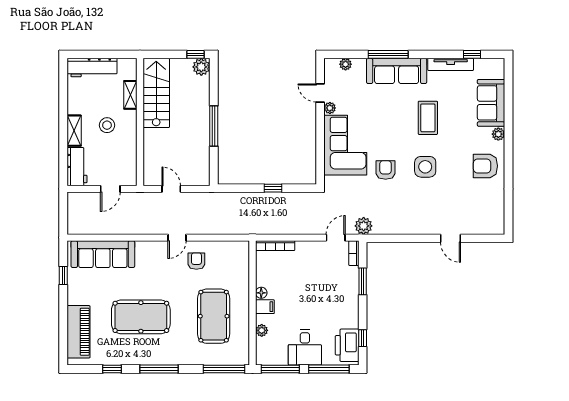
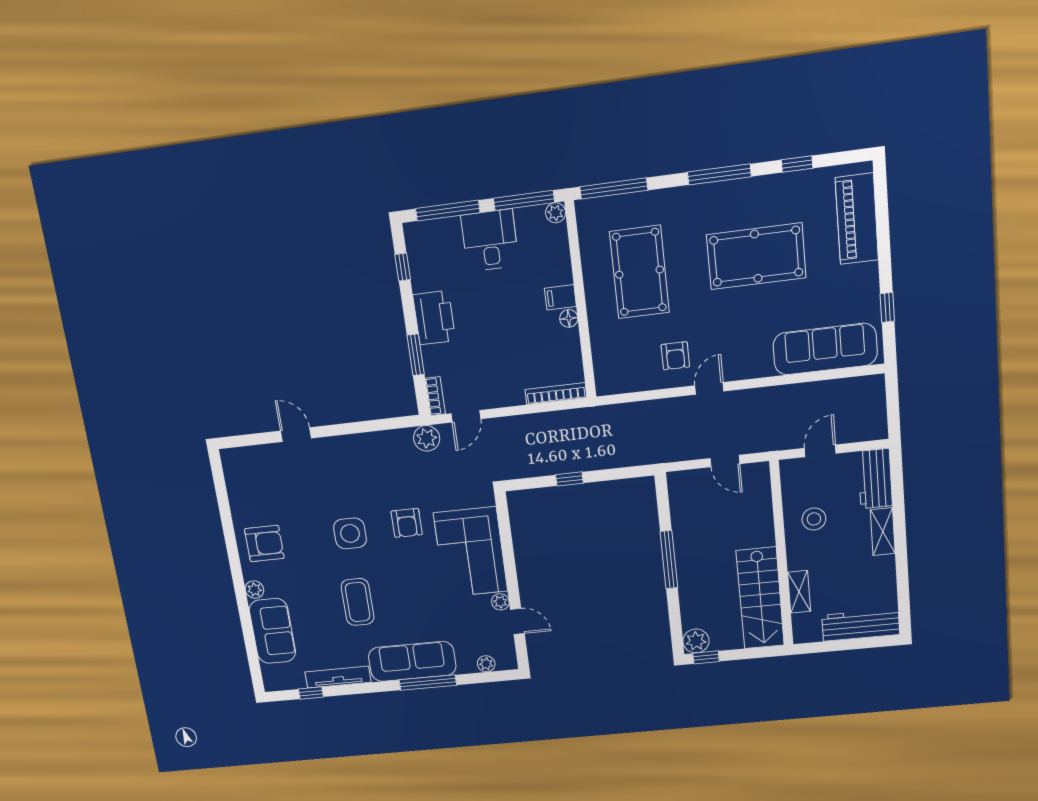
stool: (107, 125) -> (814, 519), moved
plant: (262, 330) -> (556, 213), moved
printer: (347, 345) -> (434, 318), moved

